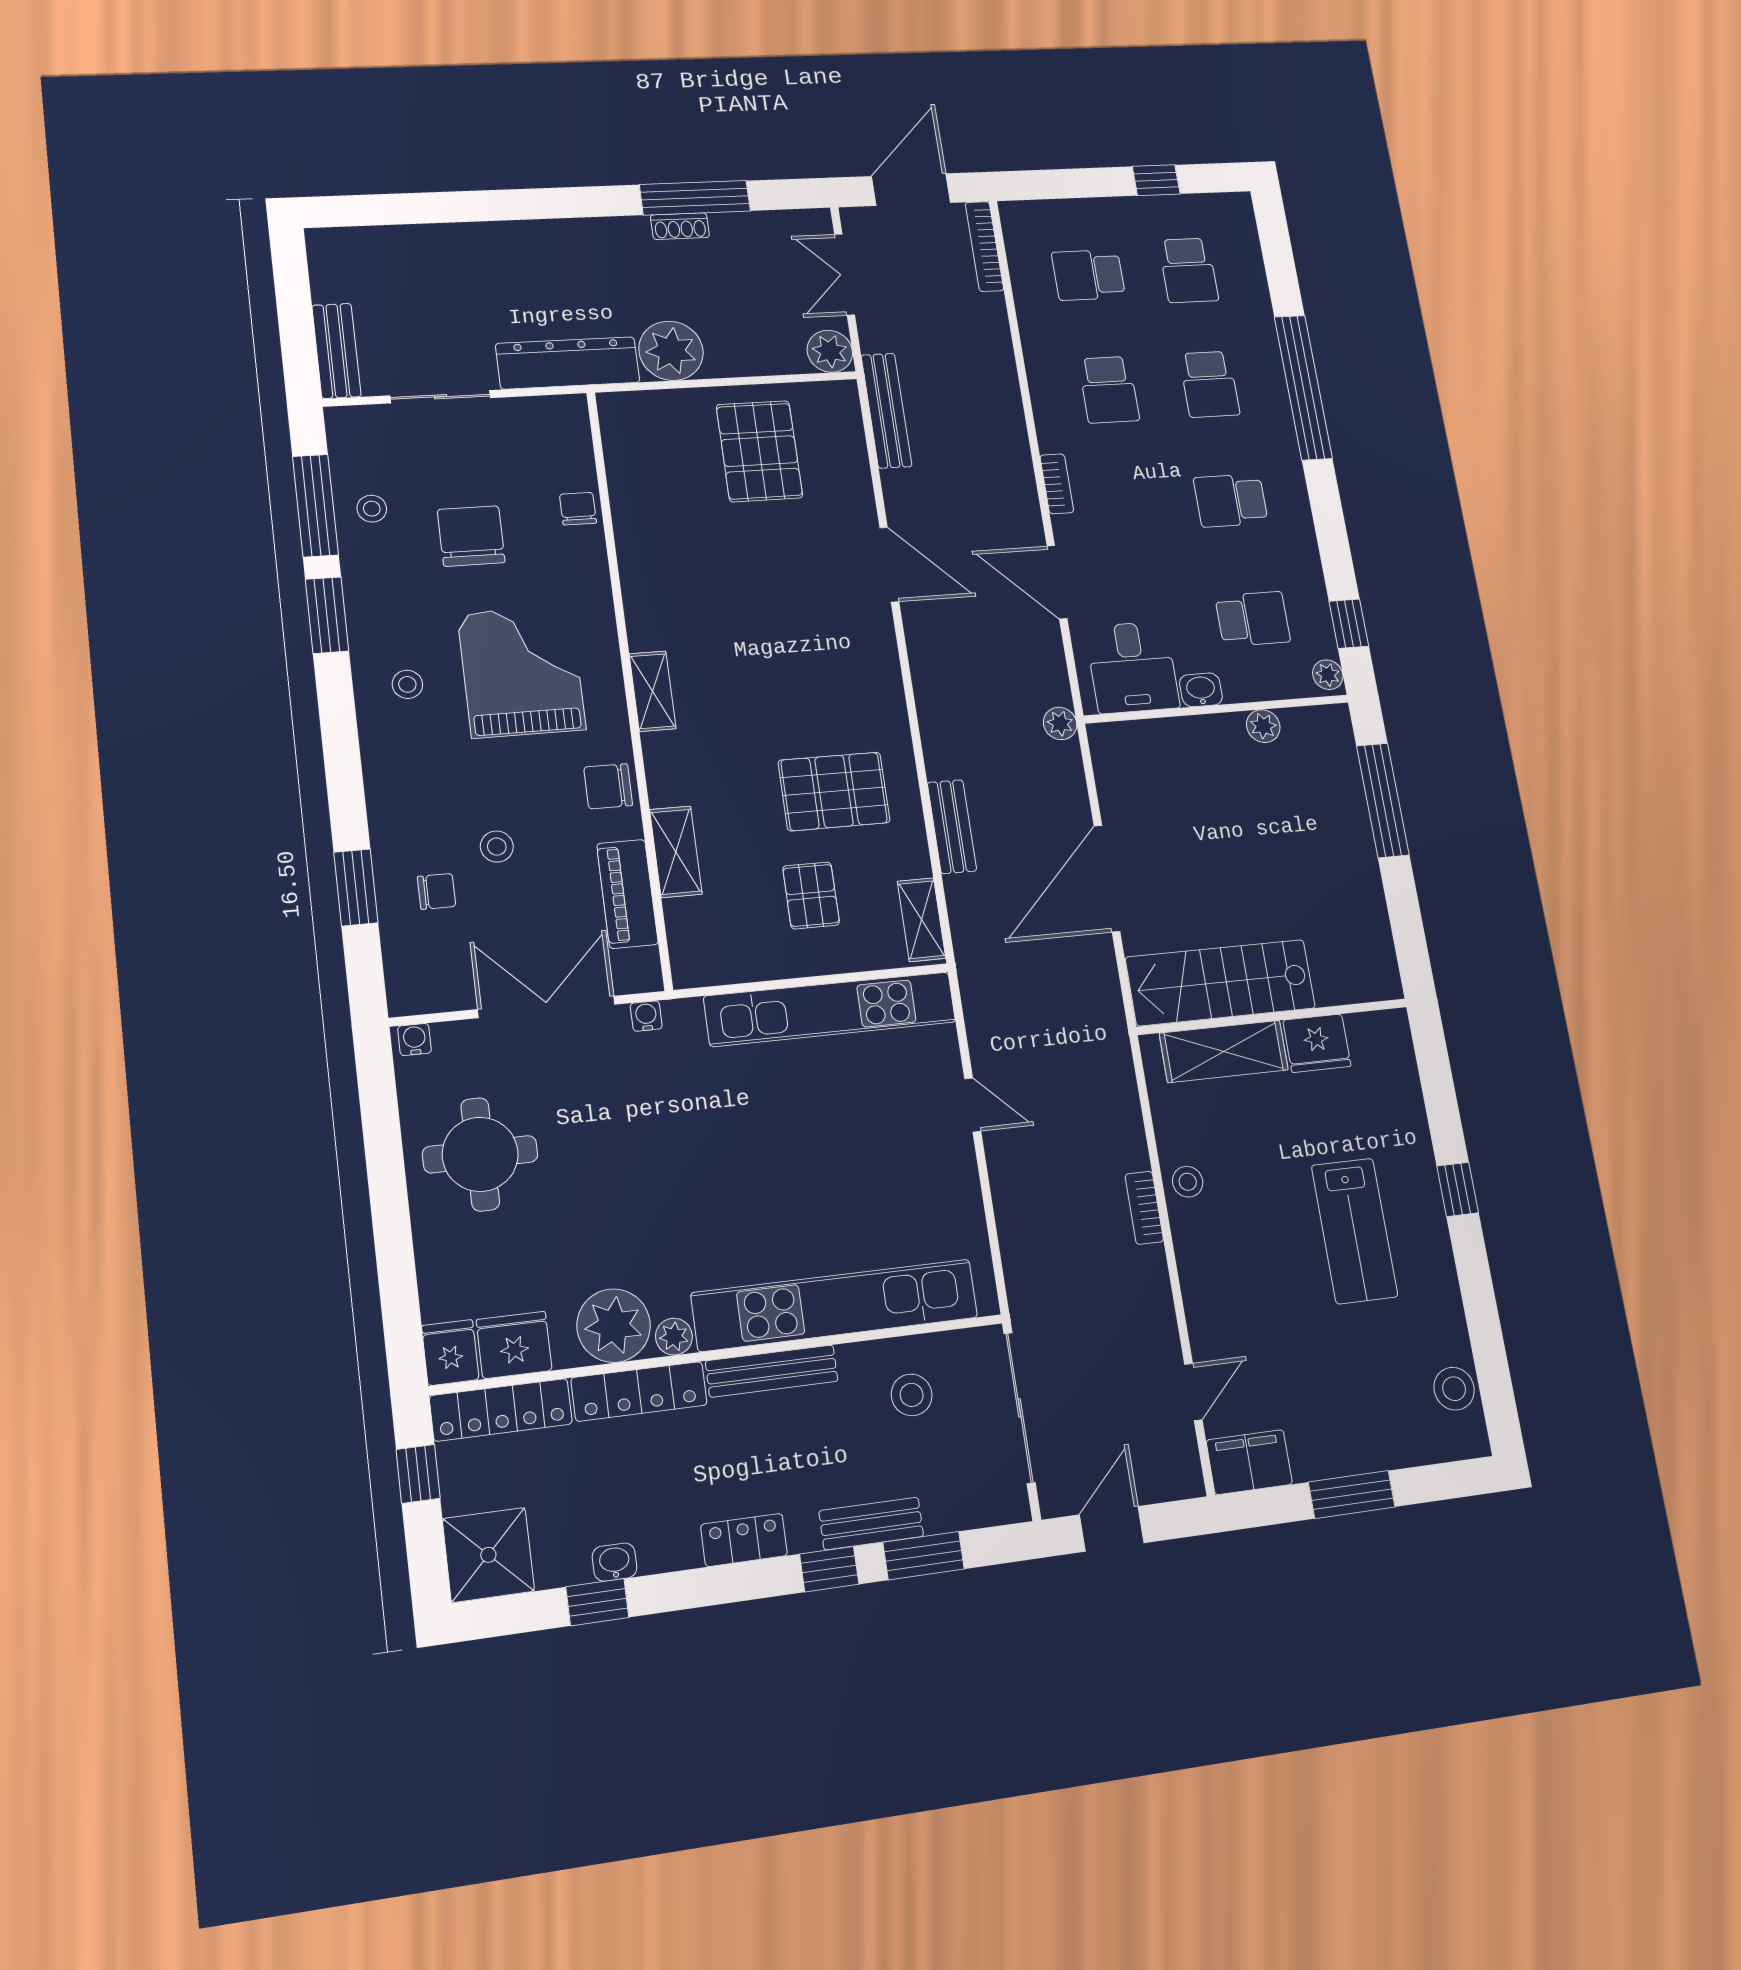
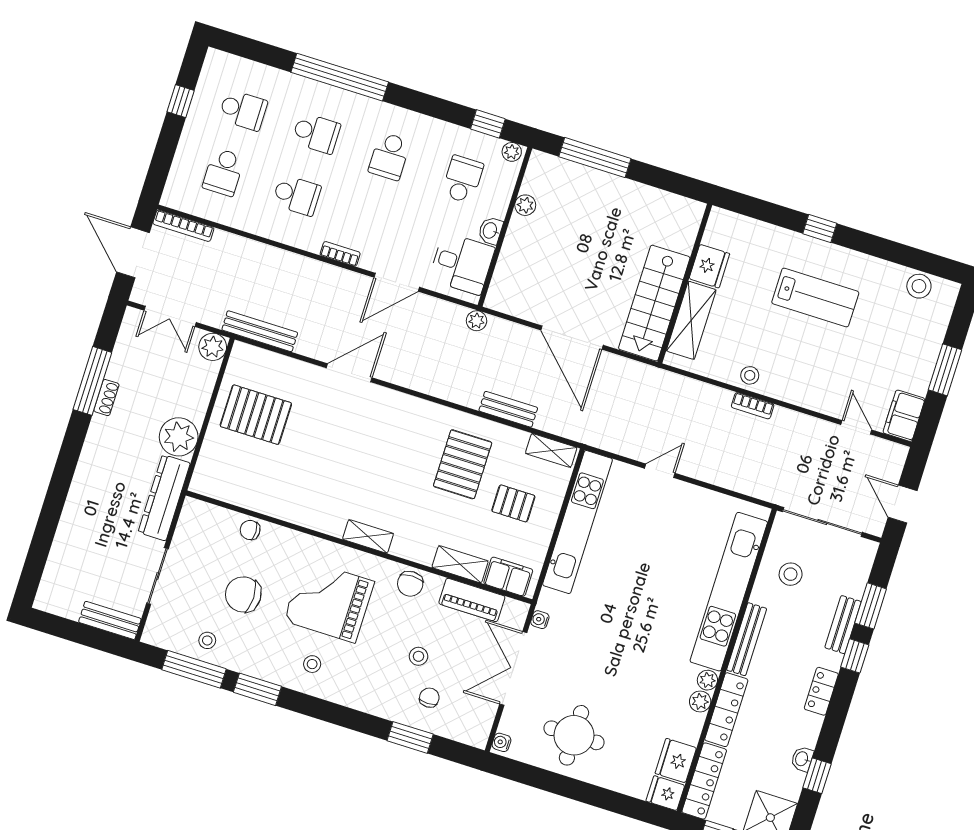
filing cabinet: (692, 936) -> (508, 577), added
plant: (614, 1326) -> (700, 701), width x0.53, depth x0.53

